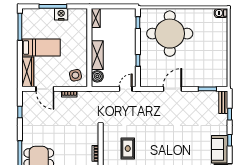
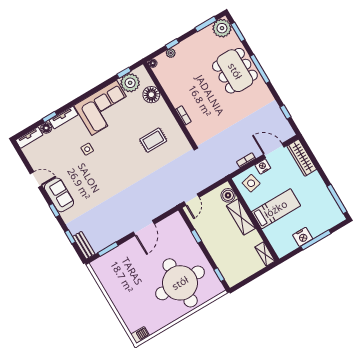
bed: (41, 48) -> (276, 209), moved, turned 180
nightstand: (60, 82) -> (263, 167), added
rug: (128, 149) -> (153, 140), turned 90

